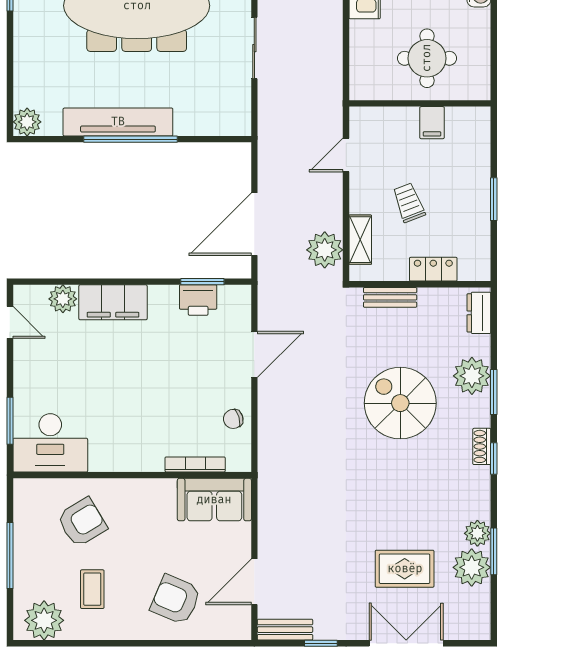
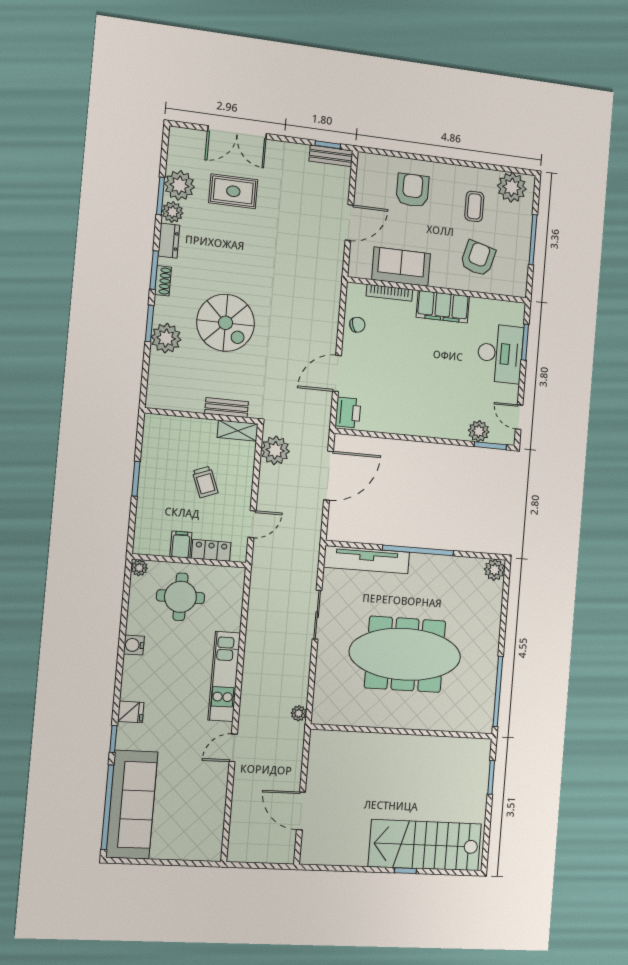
plant: (480, 90) -> (139, 568), added
tv unit: (118, 122) -> (367, 560), moved
shelving: (360, 240) -> (238, 431), moved, turned 90
locker: (433, 269) -> (211, 550), moved, turned 180
window: (202, 282) -> (490, 446), moved
printer: (198, 300) -> (348, 413), moved, turned 90
filing cabinet: (113, 302) -> (443, 307), moved, turned 180
dresser: (479, 313) -> (169, 241), moved
desk: (50, 443) -> (500, 354), moved, turned 90
window: (494, 459) -> (154, 270), width x1.50
sofa: (214, 500) -> (401, 267), moved
armchair: (82, 522) -> (478, 258), turned 136
door: (254, 582) -> (349, 223), moved
armchair: (176, 600) -> (413, 190), turned -113
window: (321, 643) -> (328, 145), moved

